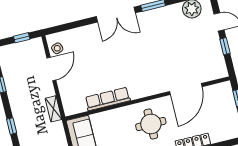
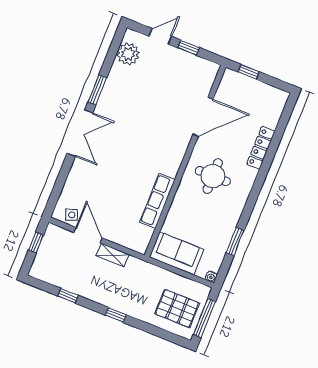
door: (186, 89) -> (203, 117), hinge flipped
shelving: (53, 109) -> (113, 255), moved

